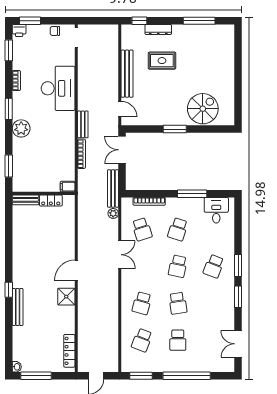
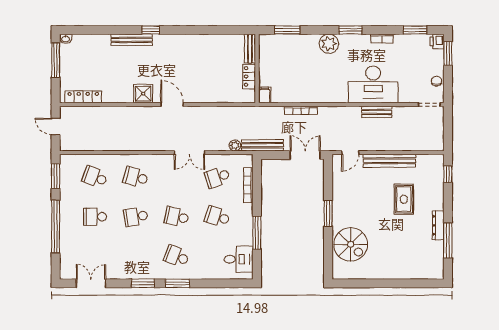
dresser: (158, 29) -> (438, 225), moved
bench: (83, 124) -> (377, 112), moved

